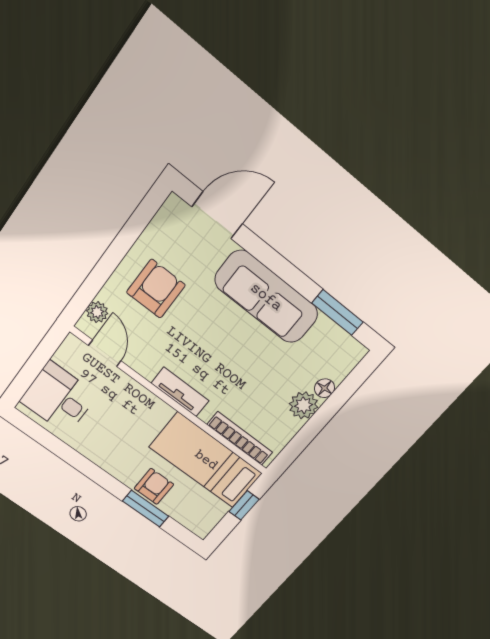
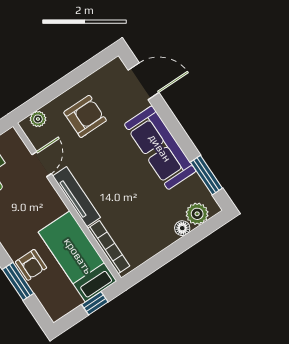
door: (105, 353) -> (42, 164), moved
tv unit: (180, 392) -> (76, 197), width x1.41
plant: (304, 405) -> (197, 214), moved
armchair: (154, 486) -> (31, 265), turned 90

